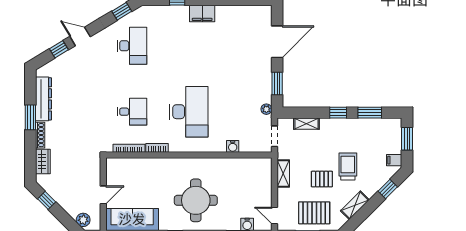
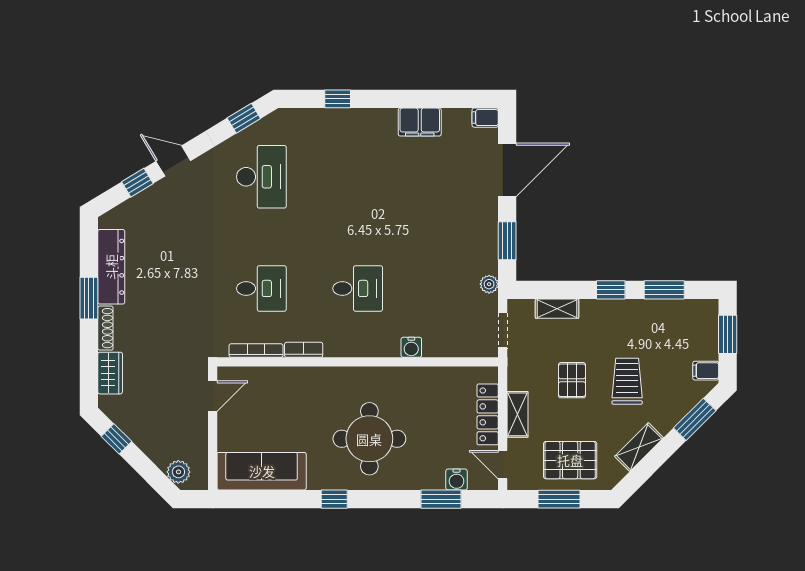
filing cabinet: (264, 11) -> (485, 118), added
filing cabinet: (202, 14) -> (420, 122), moved
desk: (189, 112) -> (358, 288), width x0.53, depth x0.77
water cooler: (233, 146) -> (411, 347), moved
shelving: (283, 174) -> (518, 414), moved
pallet: (322, 179) -> (572, 380), moved, turned 90
locker: (266, 186) -> (488, 414), added
window: (388, 189) -> (695, 419), width x1.50
door: (103, 195) -> (213, 396), moved

